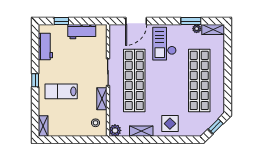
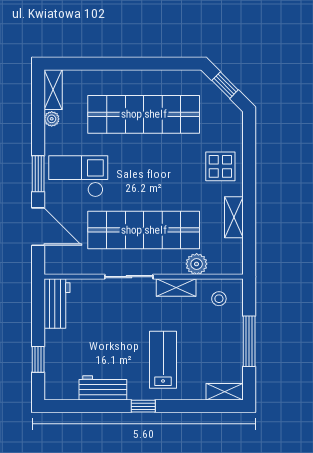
window: (191, 21) -> (38, 174), moved
workbench: (82, 32) -> (57, 303), moved
checkout: (164, 44) -> (78, 176), turned 180
workbench: (45, 47) -> (103, 388), moved
lab bench: (61, 91) -> (163, 360), turned 180
plant: (115, 130) -> (197, 264), moved
window: (72, 140) -> (249, 341), added

